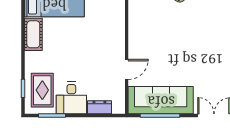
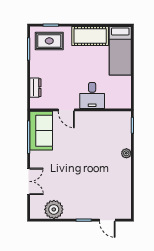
cot: (33, 34) -> (90, 36), width x1.37, depth x1.34
desk: (71, 98) -> (92, 95), moved, turned -90
sofa: (161, 100) -> (41, 131), width x0.73

